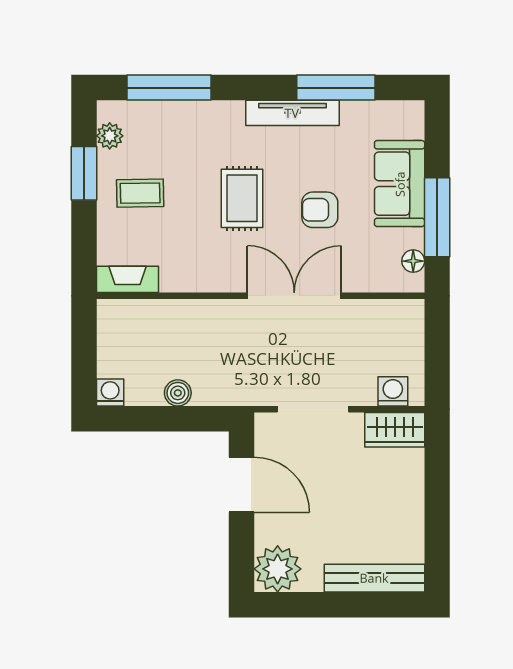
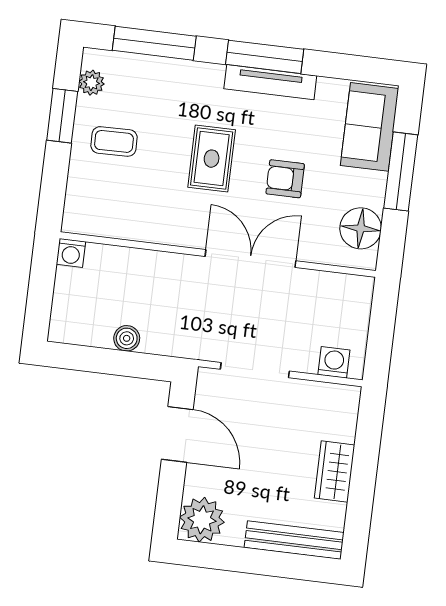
window: (336, 88) -> (265, 57), moved
sofa: (400, 184) -> (369, 127), moved
window: (437, 217) -> (401, 171), moved
floor lamp: (413, 261) -> (361, 228), width x1.89, depth x1.89
fireplace: (127, 279) -> (92, 223), removed
washing machine: (110, 393) -> (71, 253), moved, turned 180
wardrobe: (395, 430) -> (335, 472), moved, turned 90

